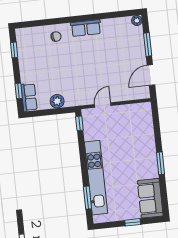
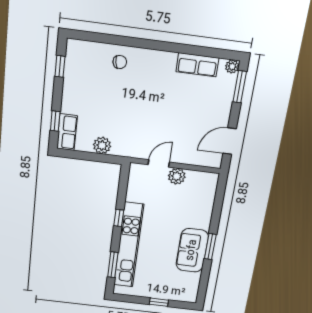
row of seats: (86, 28) -> (197, 65), moved
window: (148, 45) -> (240, 87), moved
plant: (119, 112) -> (177, 176), added
window: (79, 123) -> (119, 218), moved
sofa: (150, 198) -> (192, 250), moved

